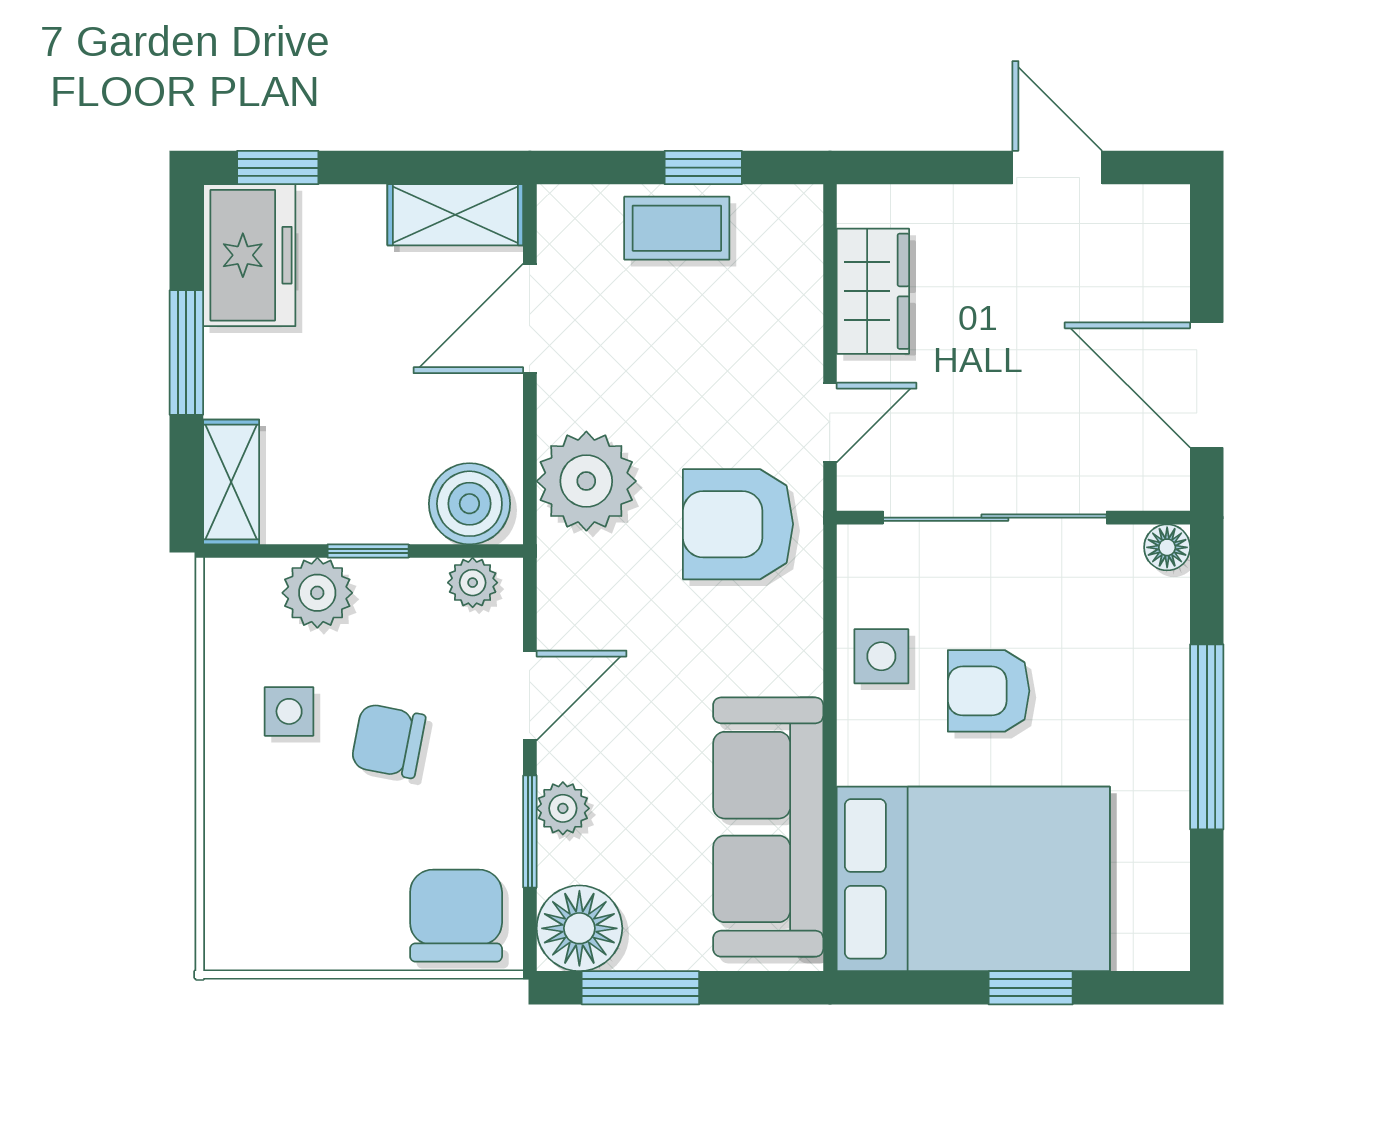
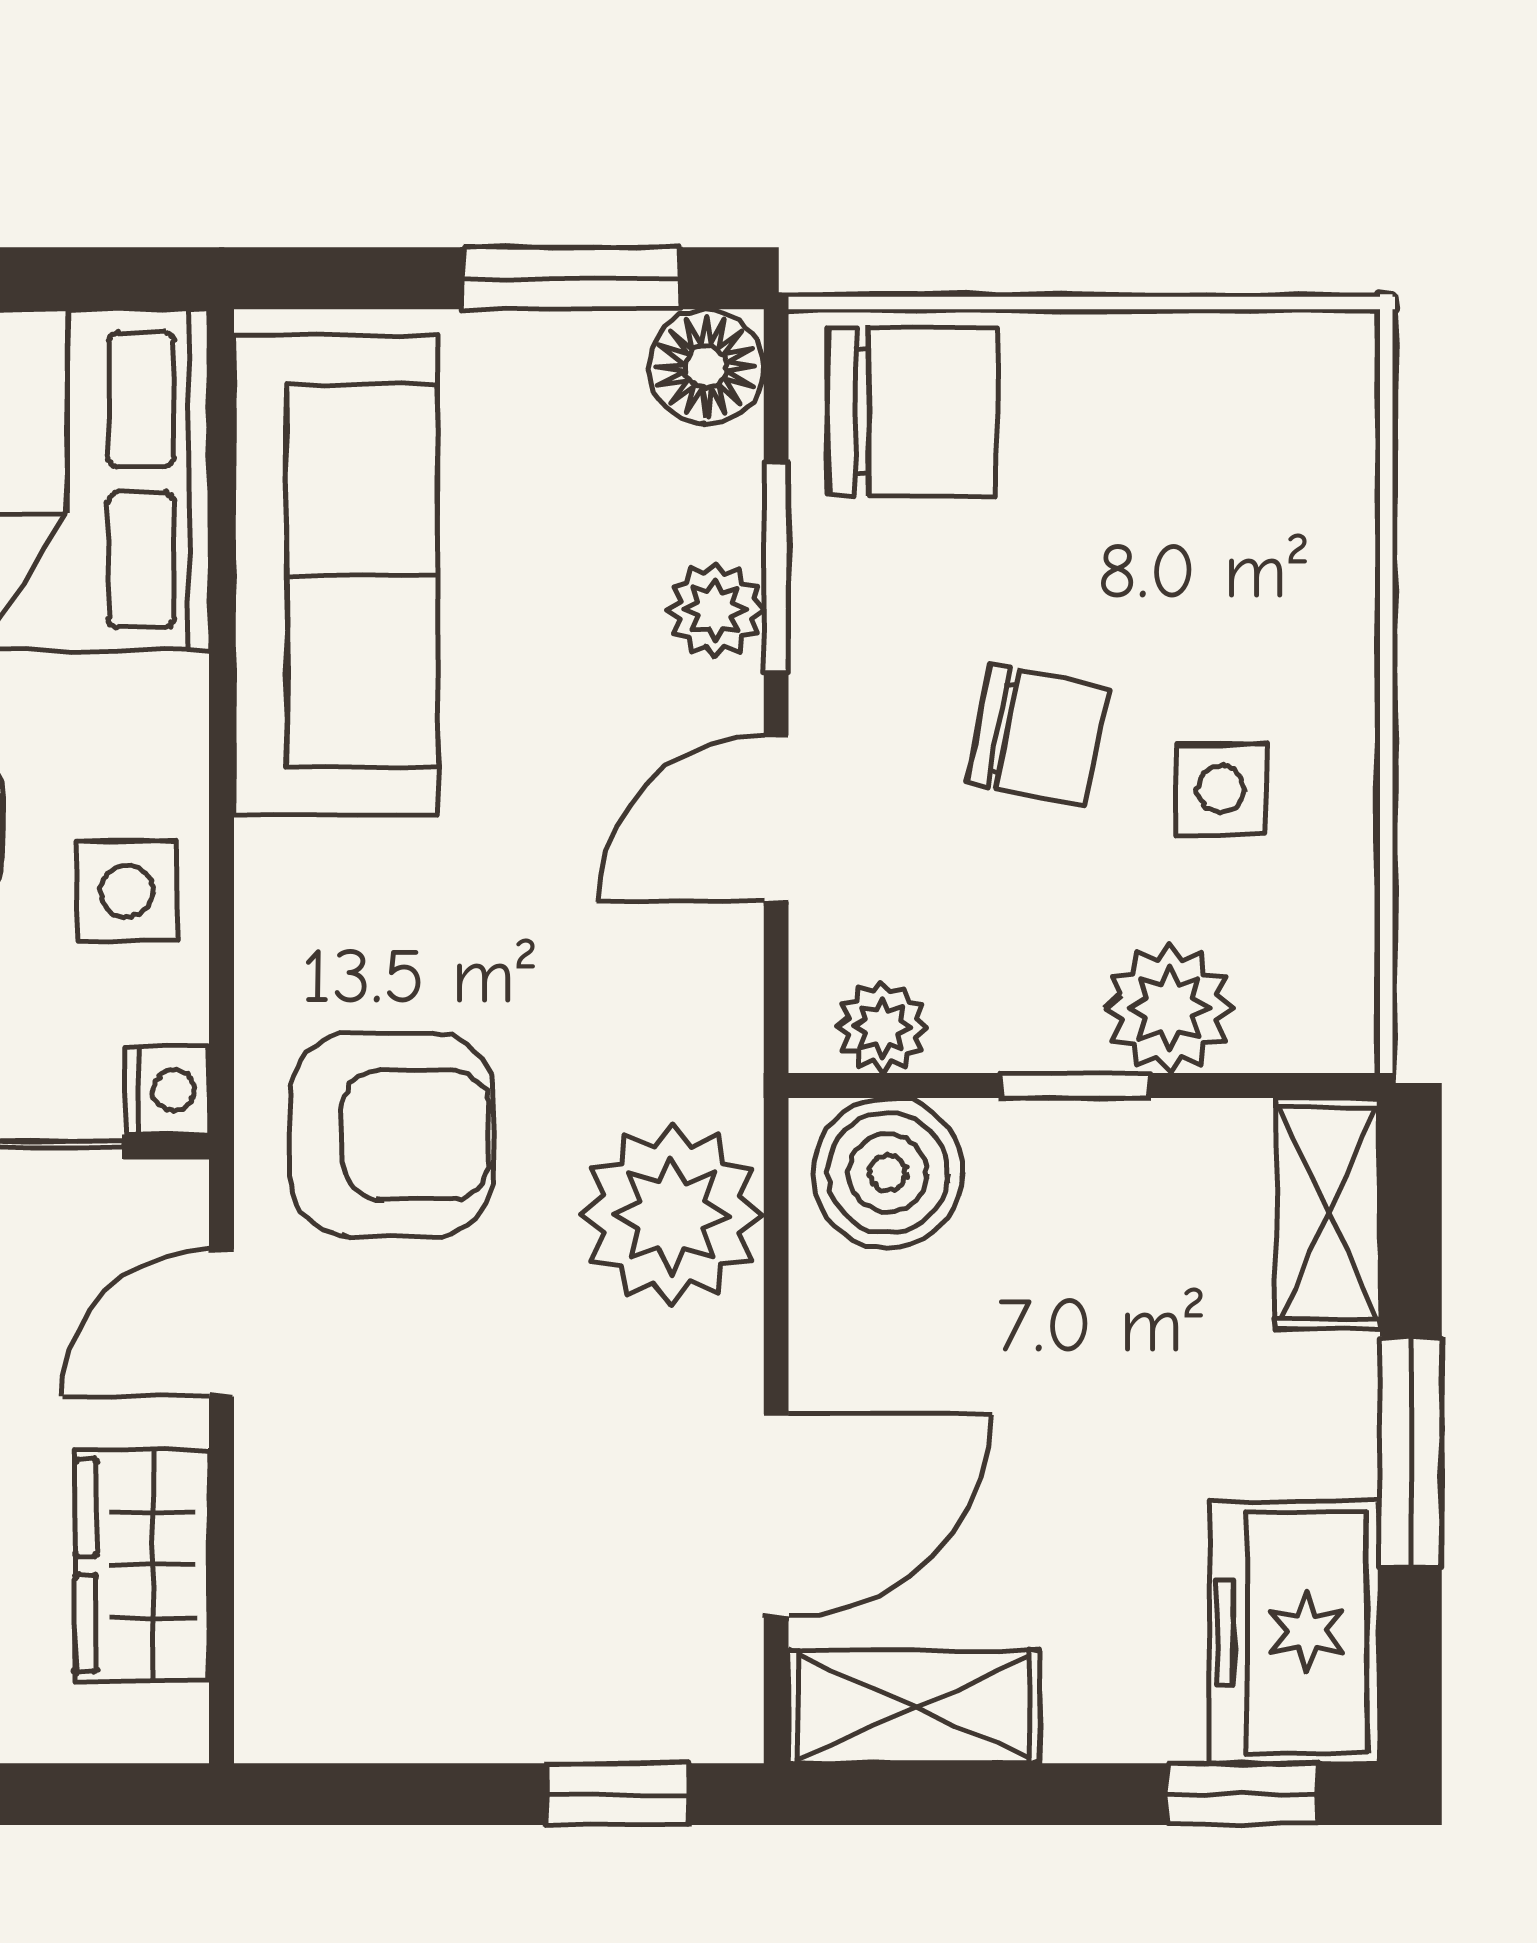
window: (703, 168) -> (617, 1794), moved
coffee table: (677, 228) -> (505, 1682), removed
nightstand: (859, 548) -> (167, 1090), added
chair: (456, 916) -> (913, 412), turned -90
floor lamp: (579, 928) -> (706, 367), width x0.73, depth x0.73

